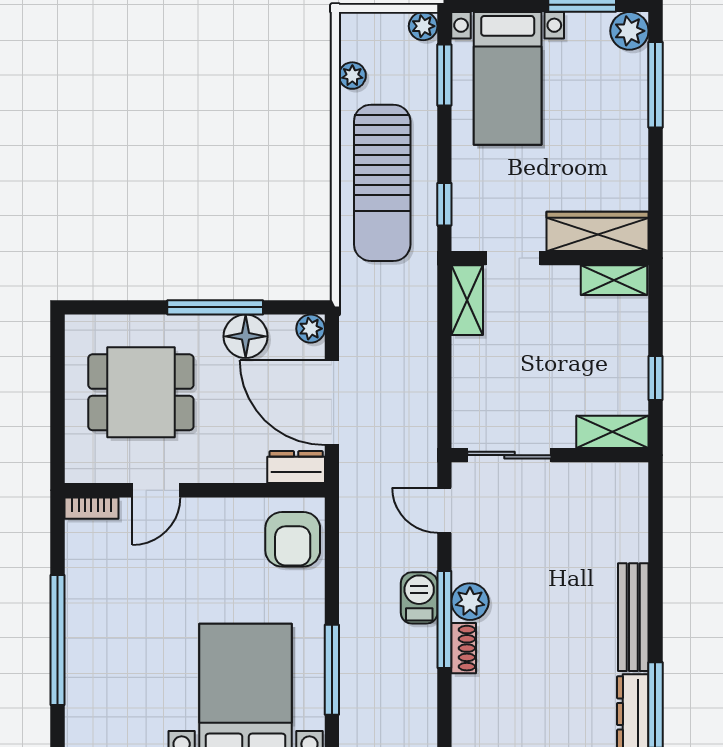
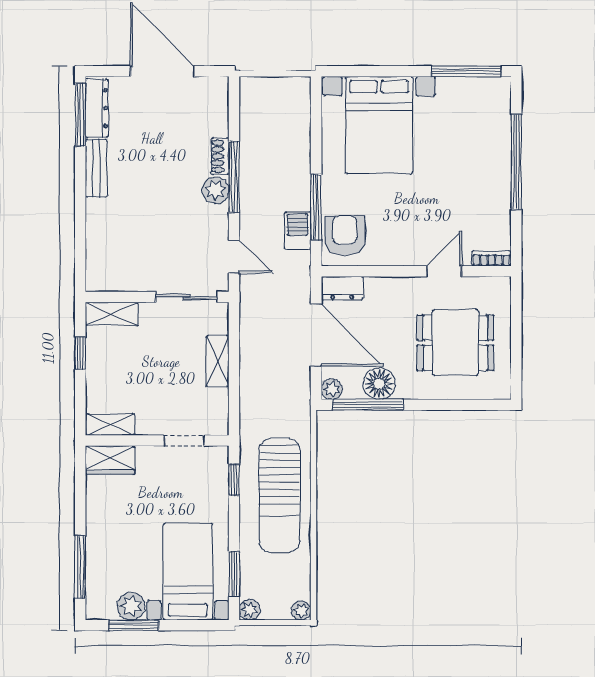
plant: (629, 31) -> (131, 606), moved
plant: (352, 76) -> (301, 610), moved
sun lounger: (382, 183) -> (279, 495), turned 180
wardrobe: (597, 231) -> (110, 460), width x0.67
shelving: (467, 300) -> (217, 361), moved
window: (215, 307) -> (368, 405), moved
barbecue: (419, 598) -> (298, 230), moved, turned 180
bench: (633, 617) -> (96, 168), width x0.73
window: (332, 670) -> (316, 207), moved

